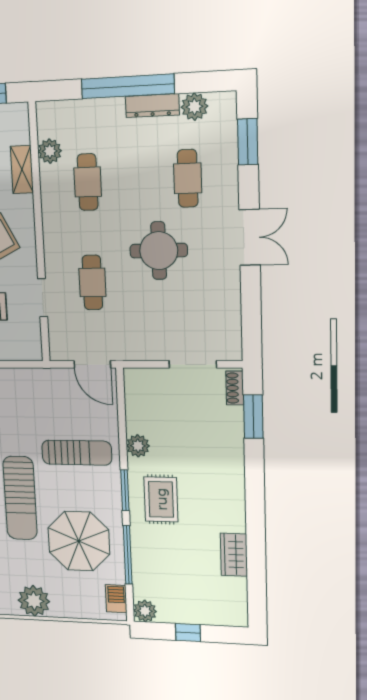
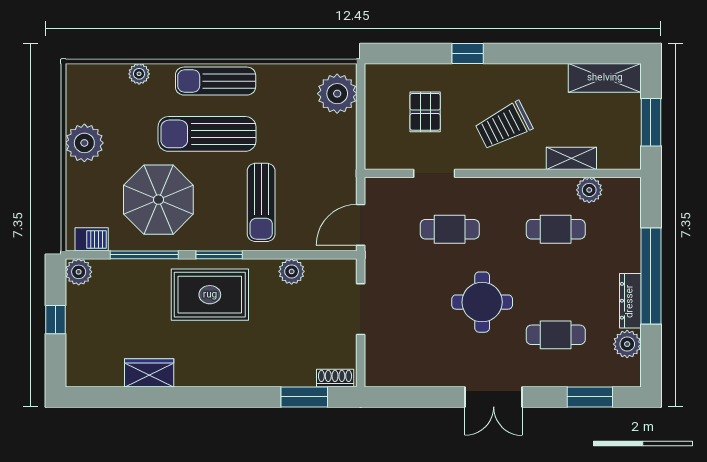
doorway: (193, 364) -> (361, 309), moved
plant: (138, 446) -> (292, 271), moved
rug: (161, 499) -> (210, 295), width x1.36, depth x1.43

